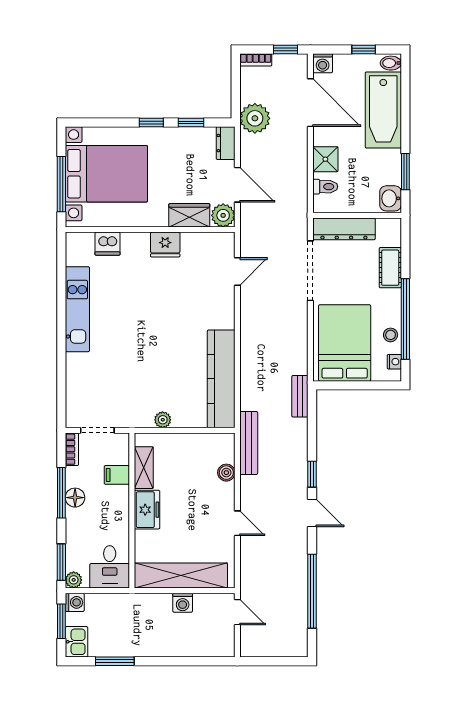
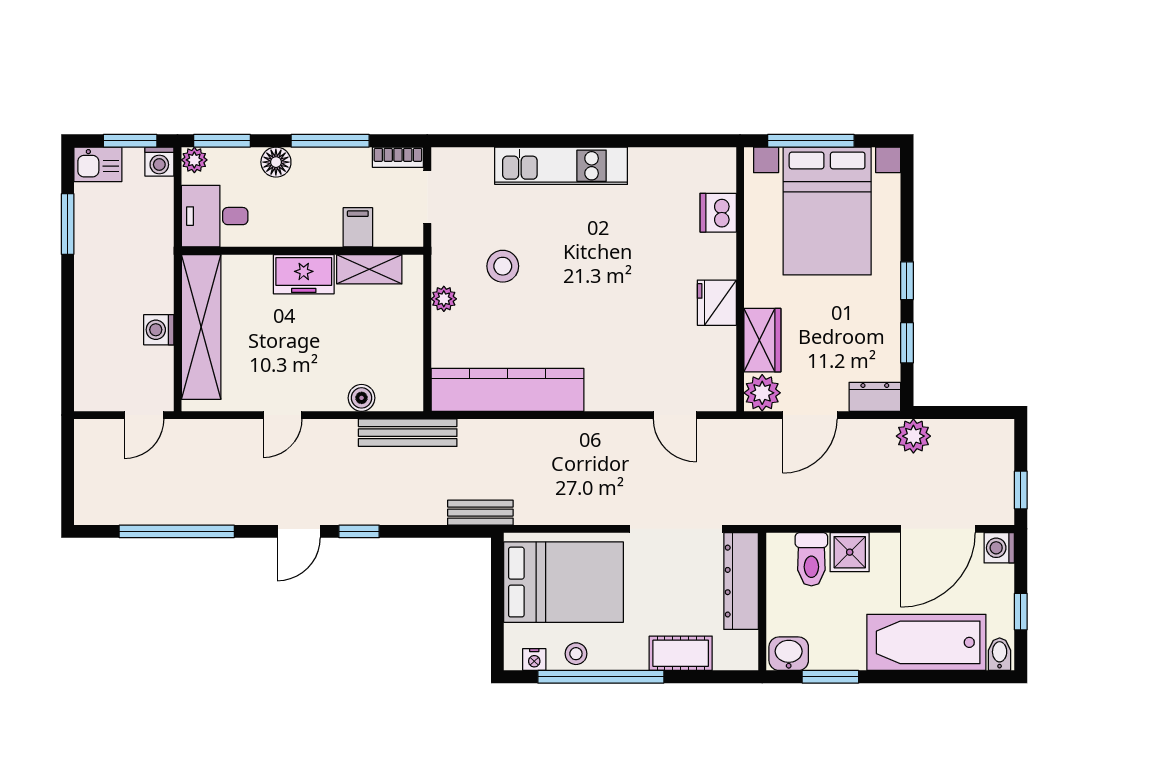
bookcase: (256, 60) -> (1004, 444), removed
plant: (255, 118) -> (913, 436), width x0.73, depth x0.73
toilet: (325, 187) -> (811, 559), width x1.37, depth x1.39
kitchen unit: (77, 309) -> (561, 166), moved
stool: (142, 382) -> (503, 266), added
floor lamp: (75, 498) -> (276, 162), moved

